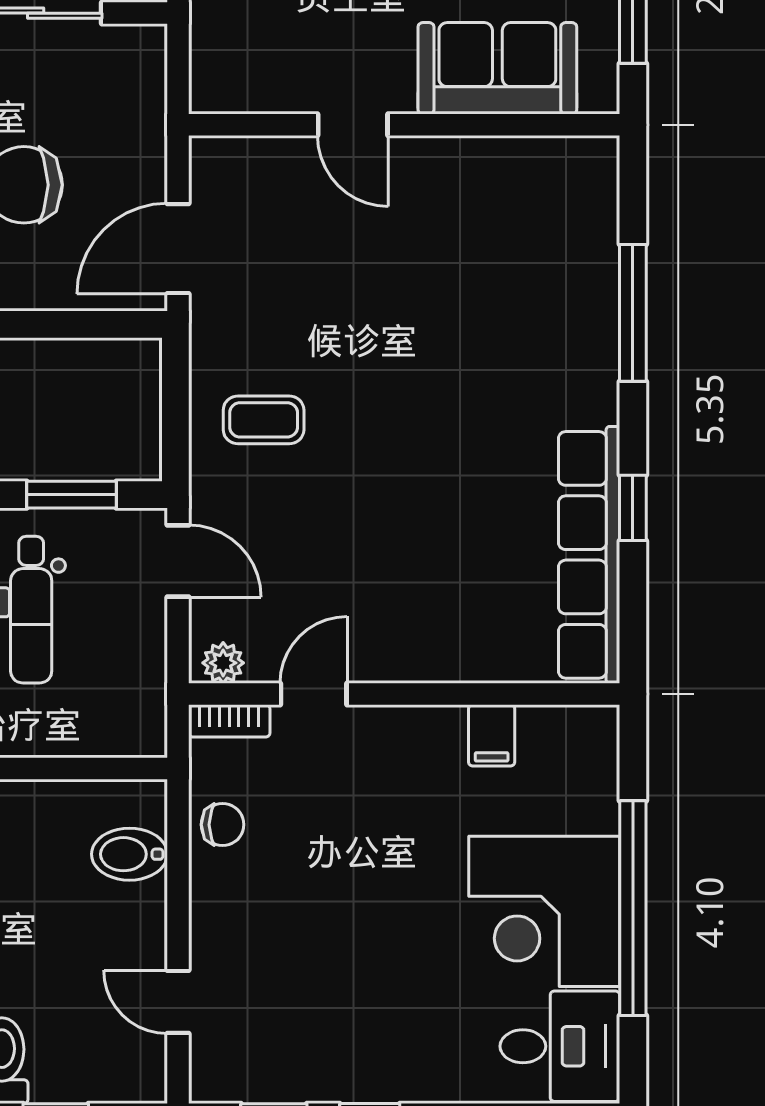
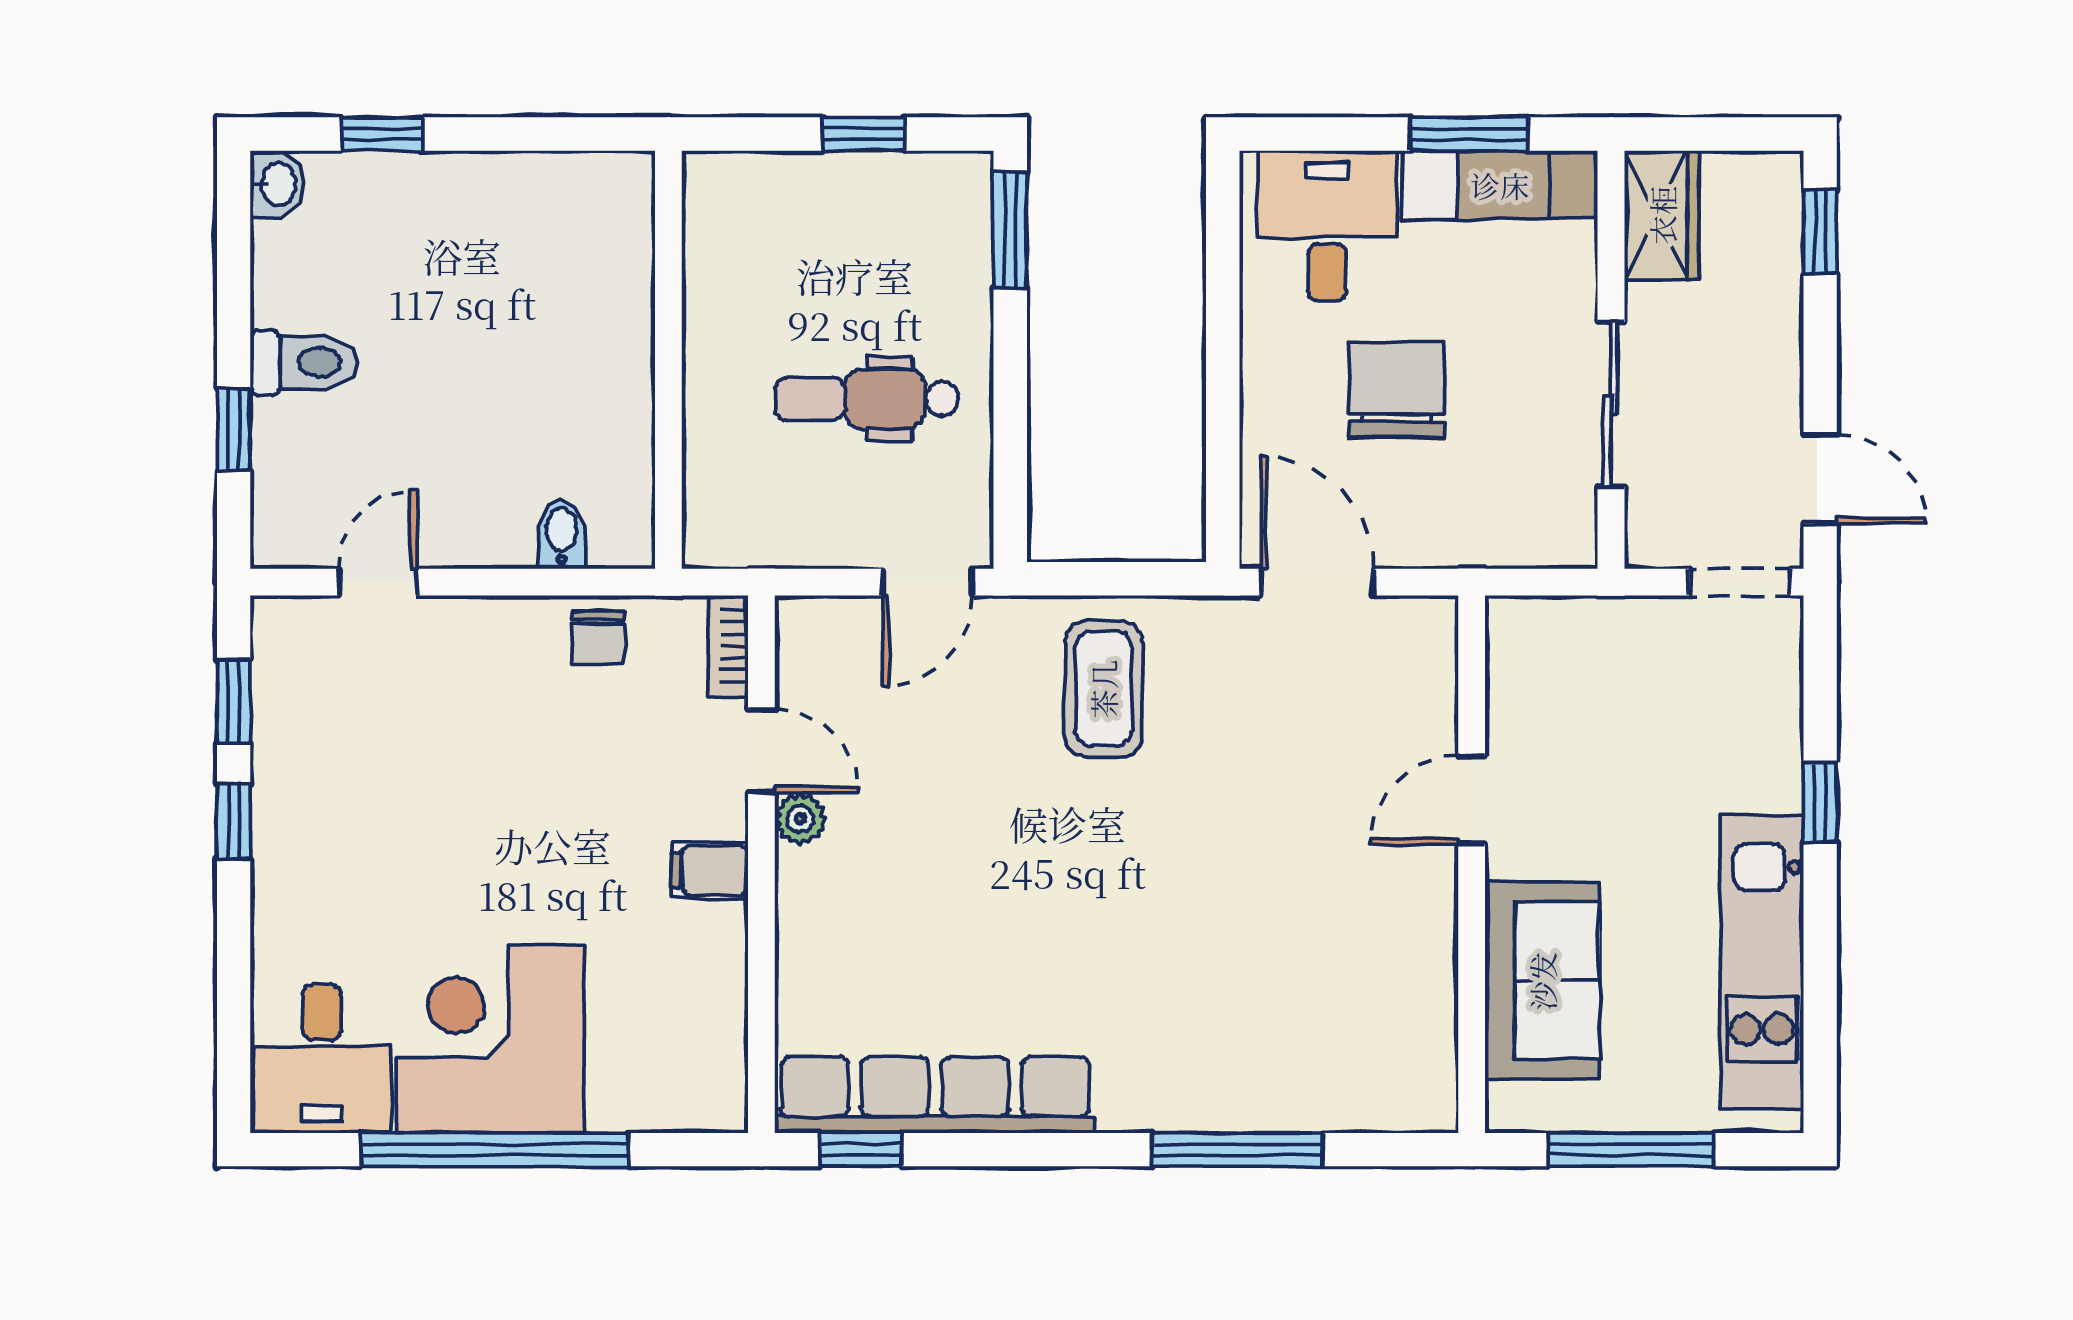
coffee table: (264, 420) -> (1103, 689), width x1.36, depth x1.30
window: (71, 495) -> (1010, 449), removed
window: (633, 508) -> (860, 1150), moved
plant: (223, 663) -> (800, 819), moved
filing cabinet: (492, 735) -> (710, 870), moved
bidet: (129, 854) -> (562, 534), width x0.72, depth x0.74

